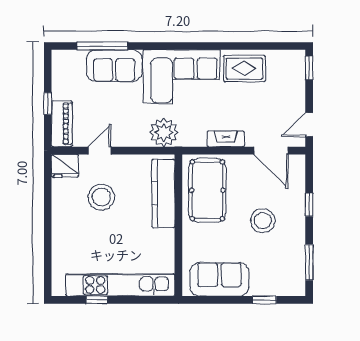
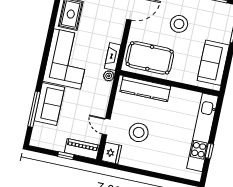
plant: (164, 132) -> (109, 76), width x0.53, depth x0.53
fireplace: (226, 139) -> (113, 57), moved

